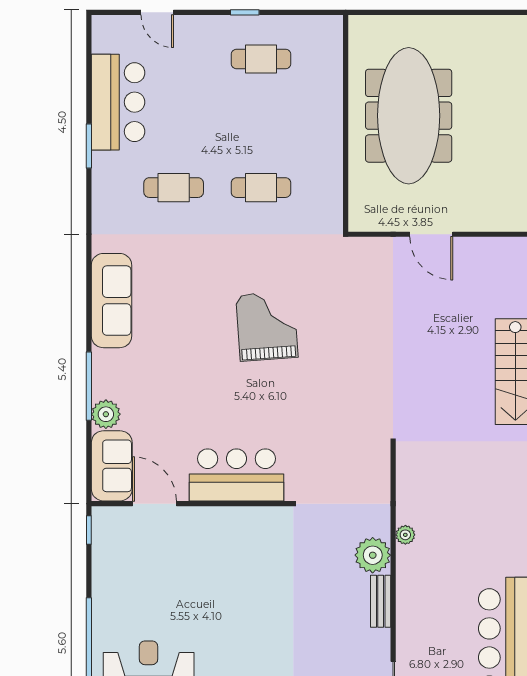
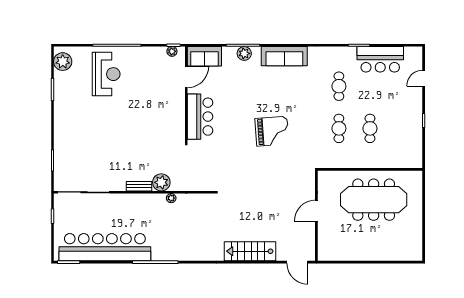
cafe table: (261, 59) -> (370, 128), moved
plant: (106, 414) -> (244, 53), moved
plant: (102, 533) -> (172, 51), added

